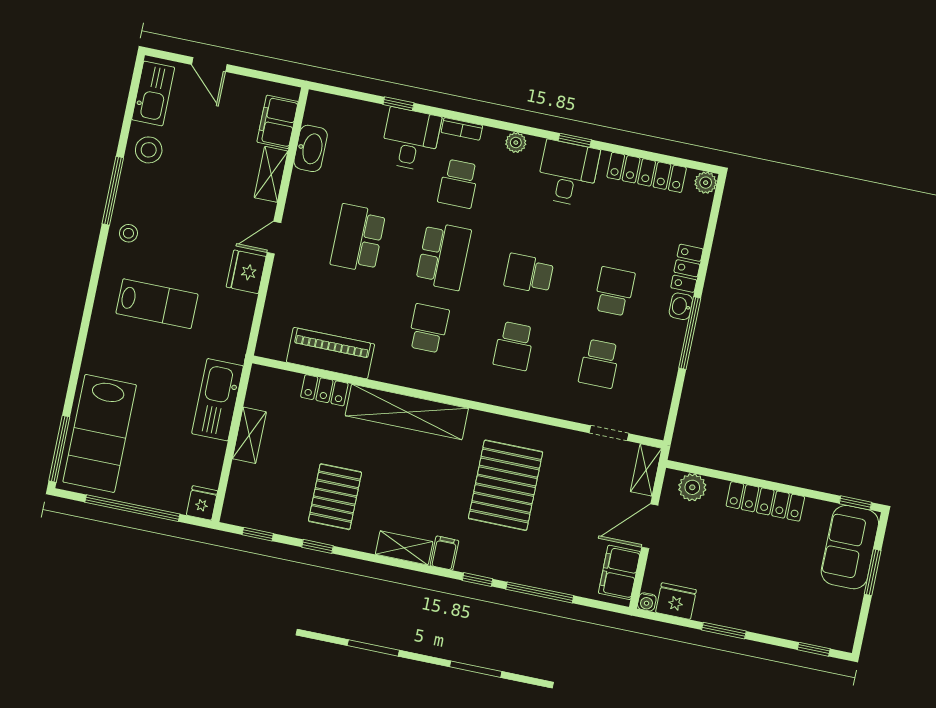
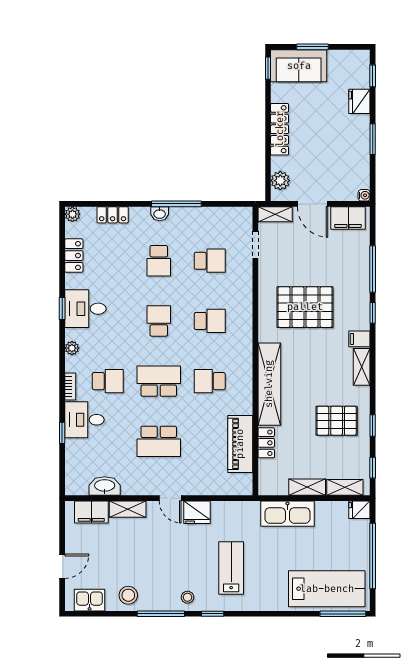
kitchen sink: (153, 93) -> (90, 600), width x0.73
locker: (647, 172) -> (74, 256), width x0.66
window: (98, 264) -> (213, 614), added
locker: (687, 268) -> (113, 215), moved
school desk: (529, 274) -> (159, 321), turned 180
school desk: (614, 291) -> (159, 261), turned -90
shelving: (238, 489) -> (345, 487), added
fridge: (676, 601) -> (359, 101), moved

